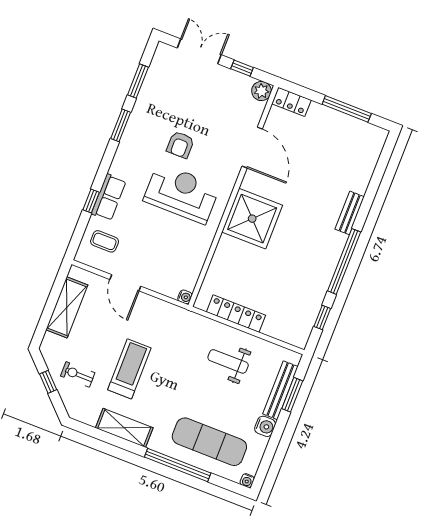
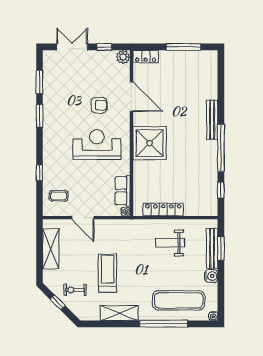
armchair: (180, 145) -> (99, 105), moved, turned -90
row of seats: (109, 197) -> (123, 191), moved, turned 180
bench: (350, 213) -> (212, 120), width x1.36

